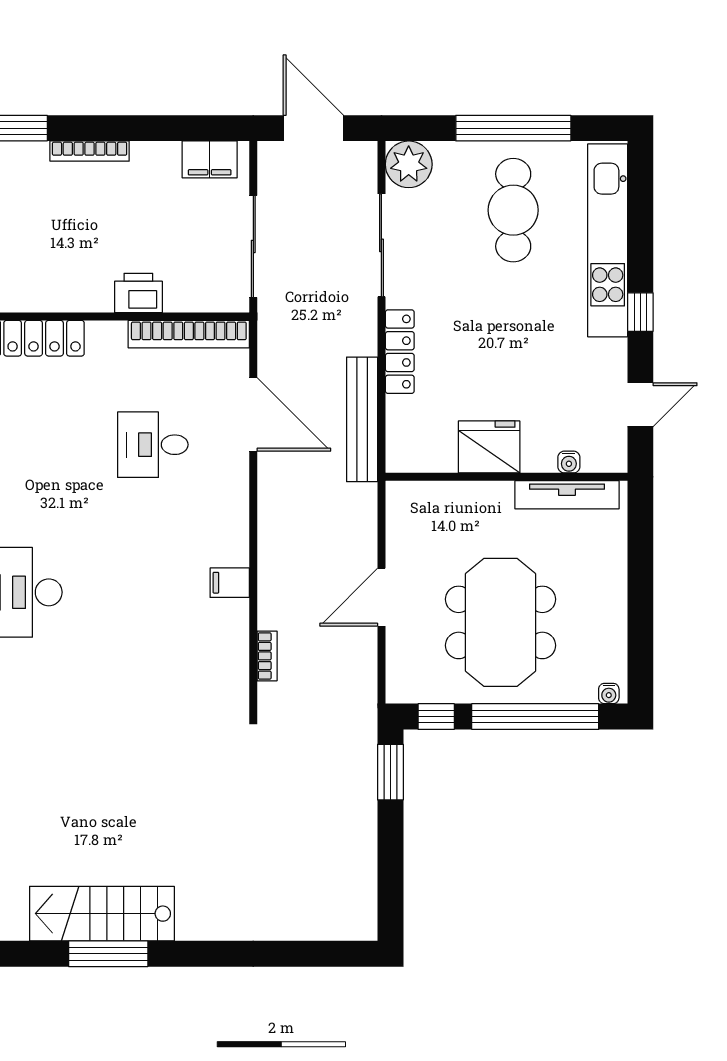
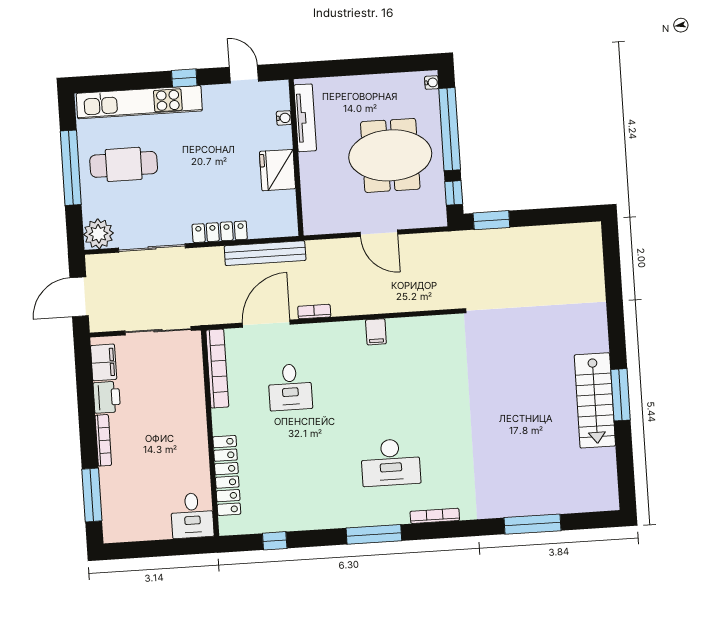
printer: (138, 293) -> (107, 397), moved, turned 180
bookcase: (267, 656) -> (314, 312), moved

